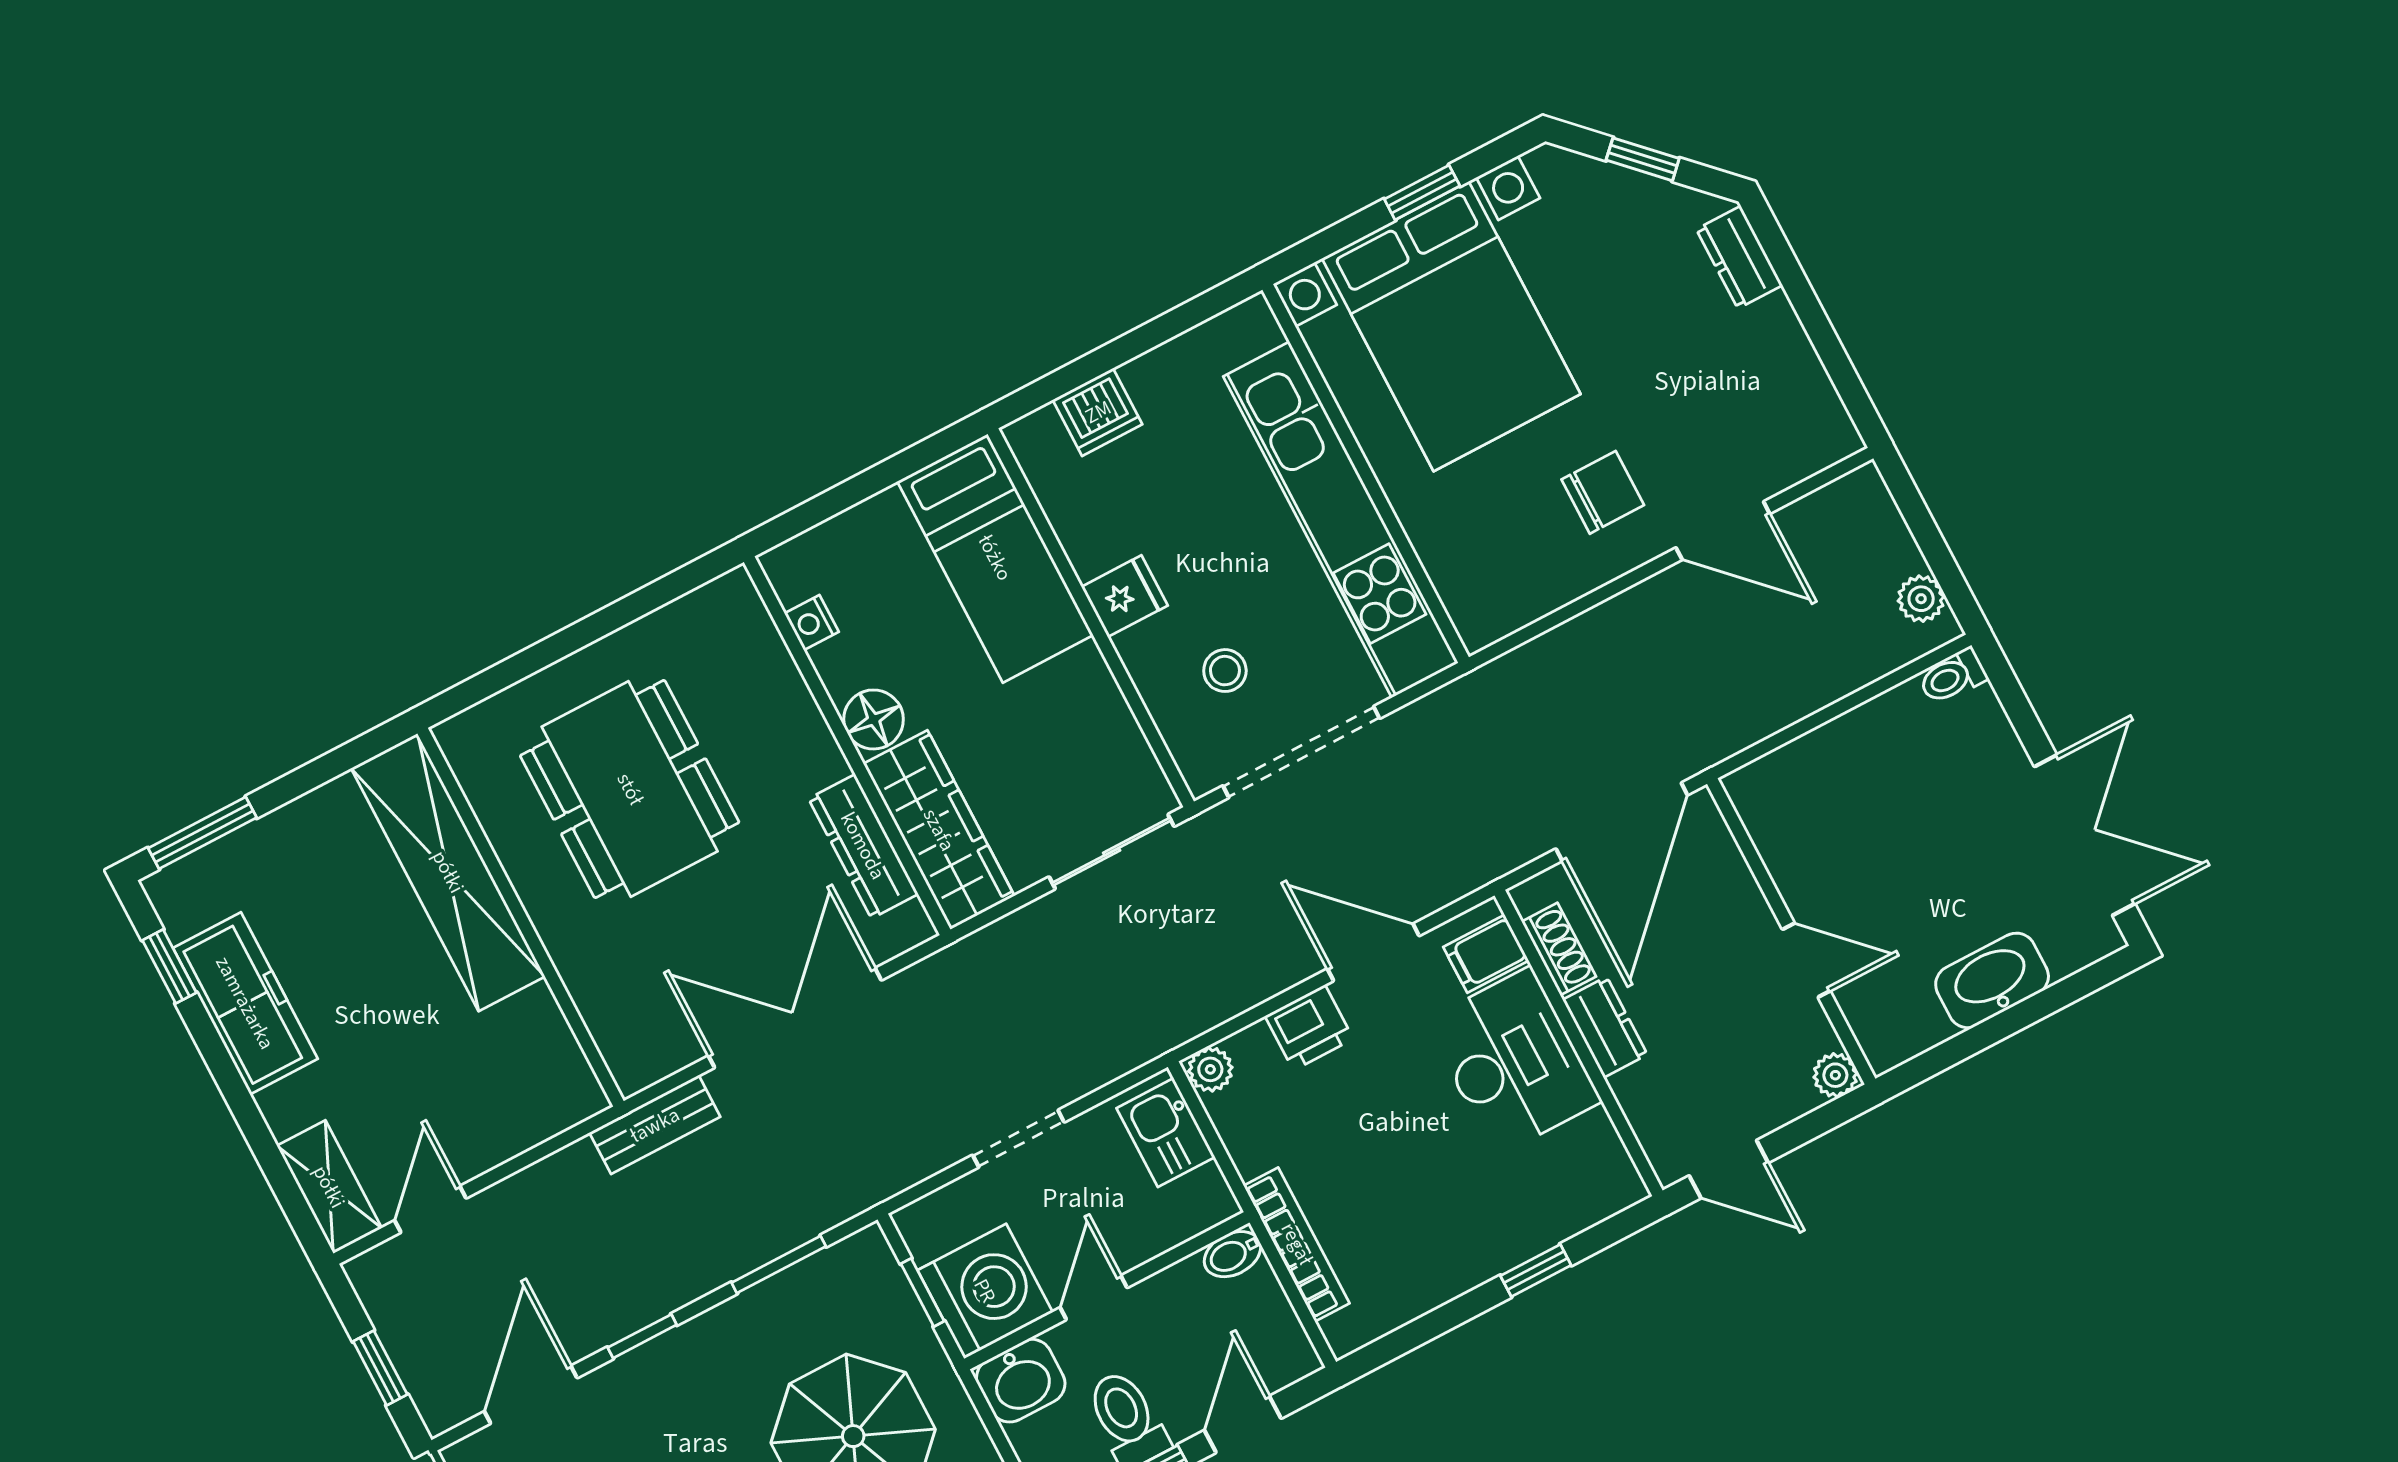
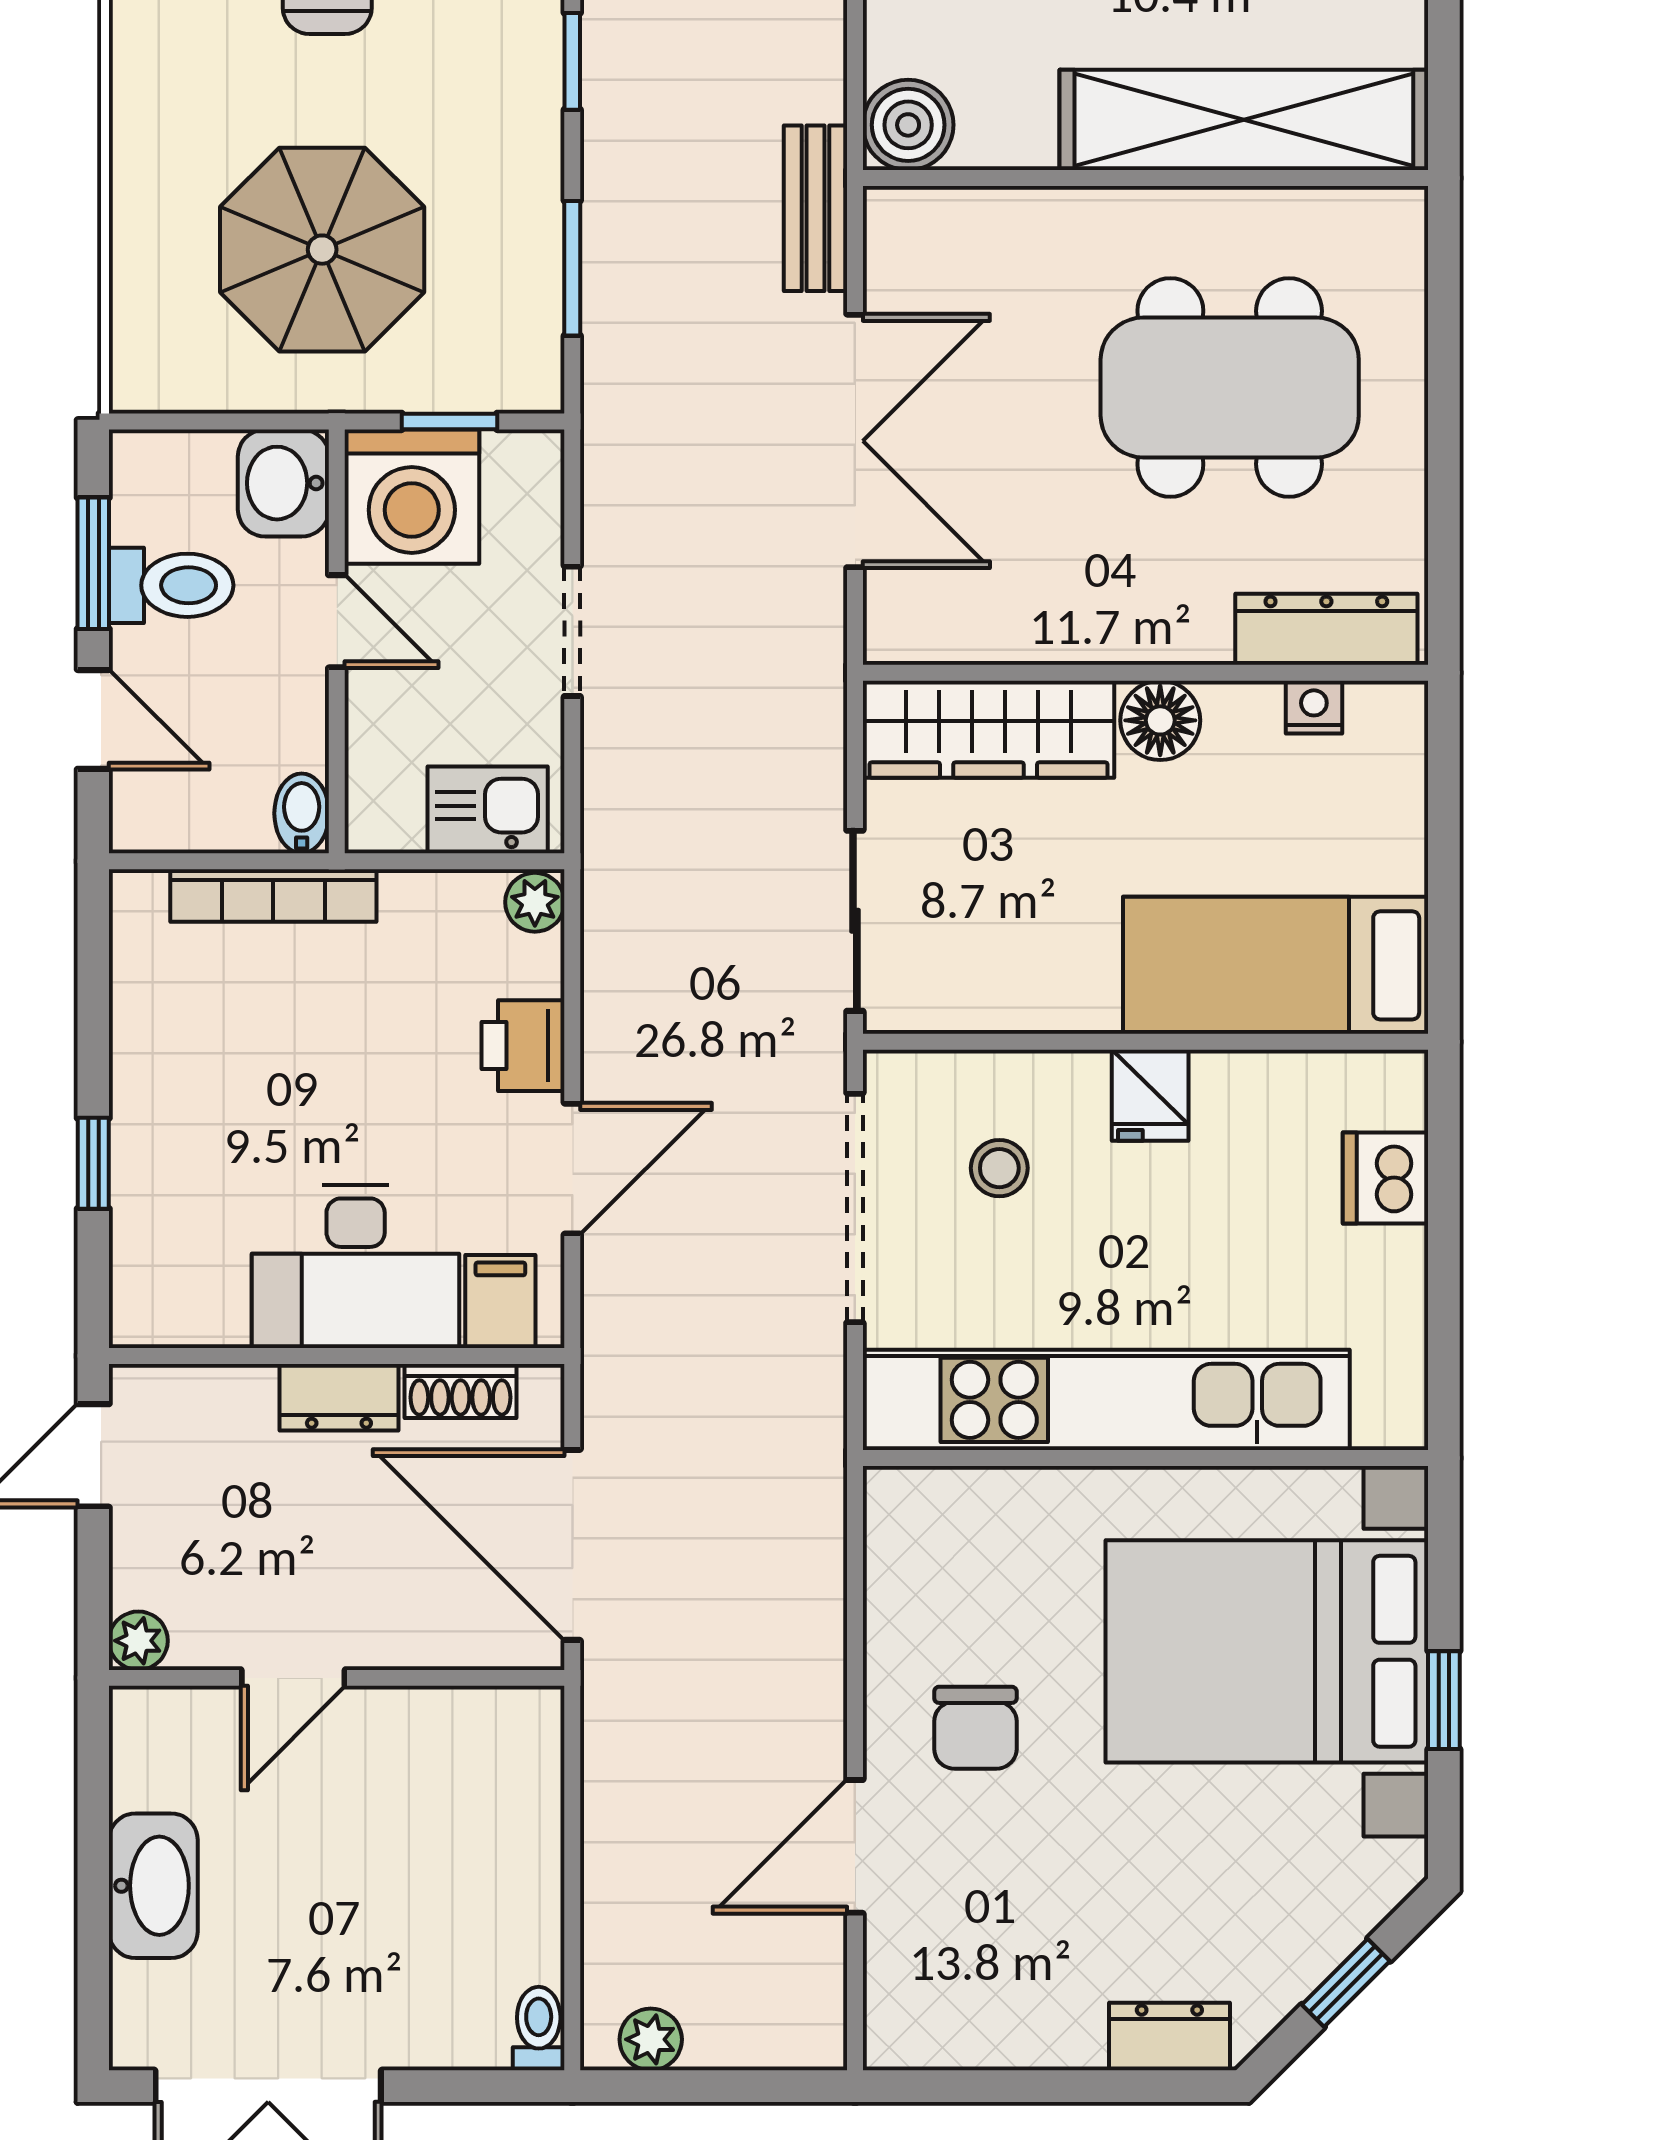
dresser: (863, 846) -> (1326, 629), moved
boiler: (568, 1092) -> (908, 125), added

